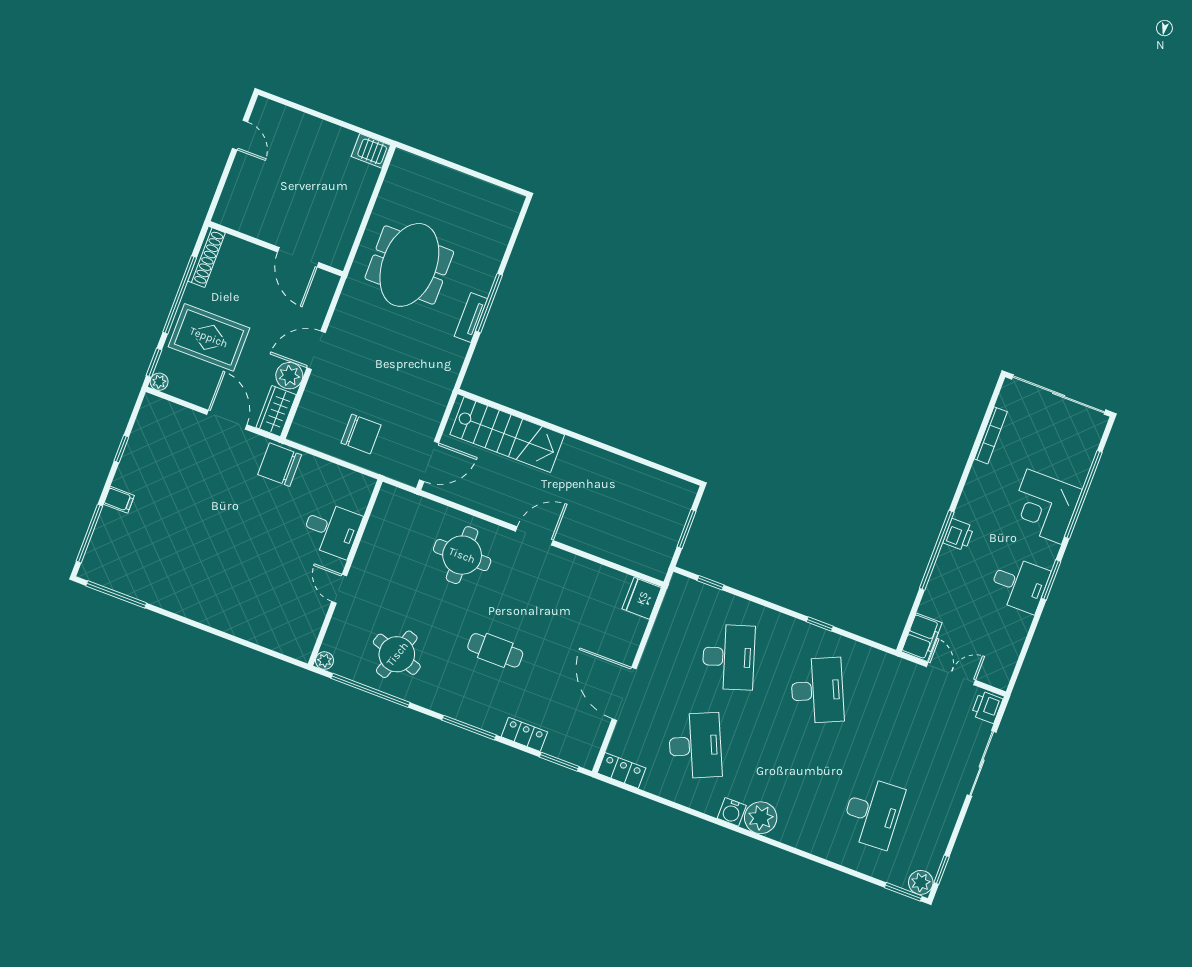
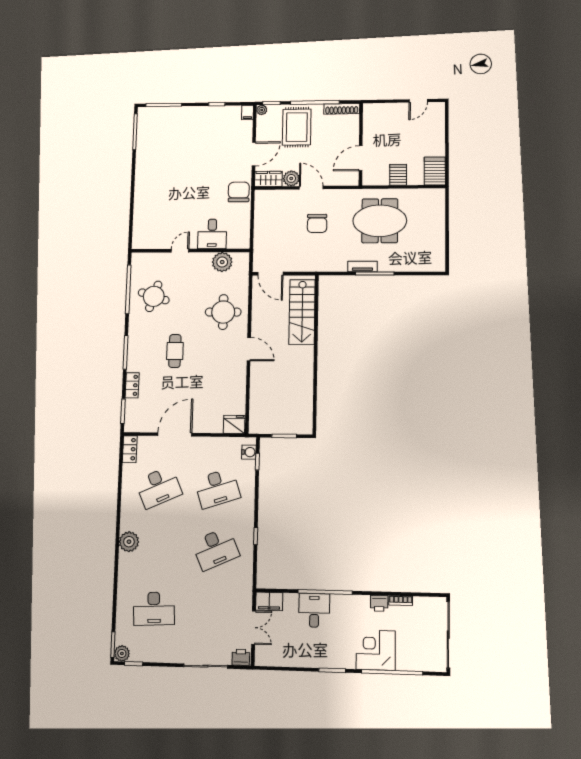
server rack: (371, 151) -> (435, 171), width x1.36, depth x1.44
server rack: (347, 210) -> (398, 175), added
chair: (361, 434) -> (317, 223), moved
bookcase: (991, 435) -> (401, 601), width x0.64
filing cabinet: (119, 500) -> (247, 112), moved
printer: (958, 535) -> (379, 603), moved
desk: (1019, 584) -> (314, 610), moved, turned 180
plant: (324, 661) -> (222, 262), moved, width x1.88, depth x1.88
water cooler: (732, 812) -> (249, 452), moved, turned 180

